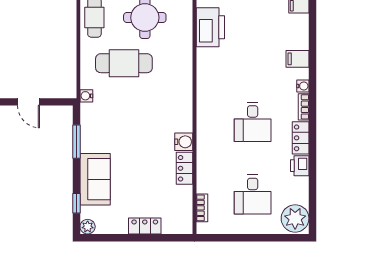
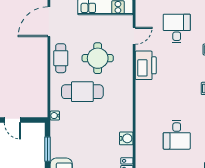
water cooler: (184, 142) -> (126, 138), moved

